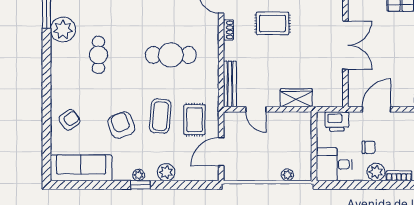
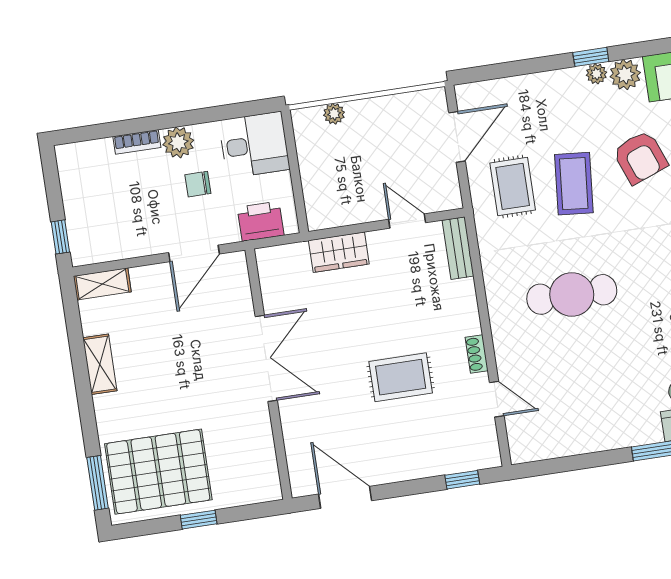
double door: (345, 45) -> (266, 358), swing flipped
bench: (230, 84) -> (458, 248), width x0.73
plant: (166, 172) -> (625, 75), moved

